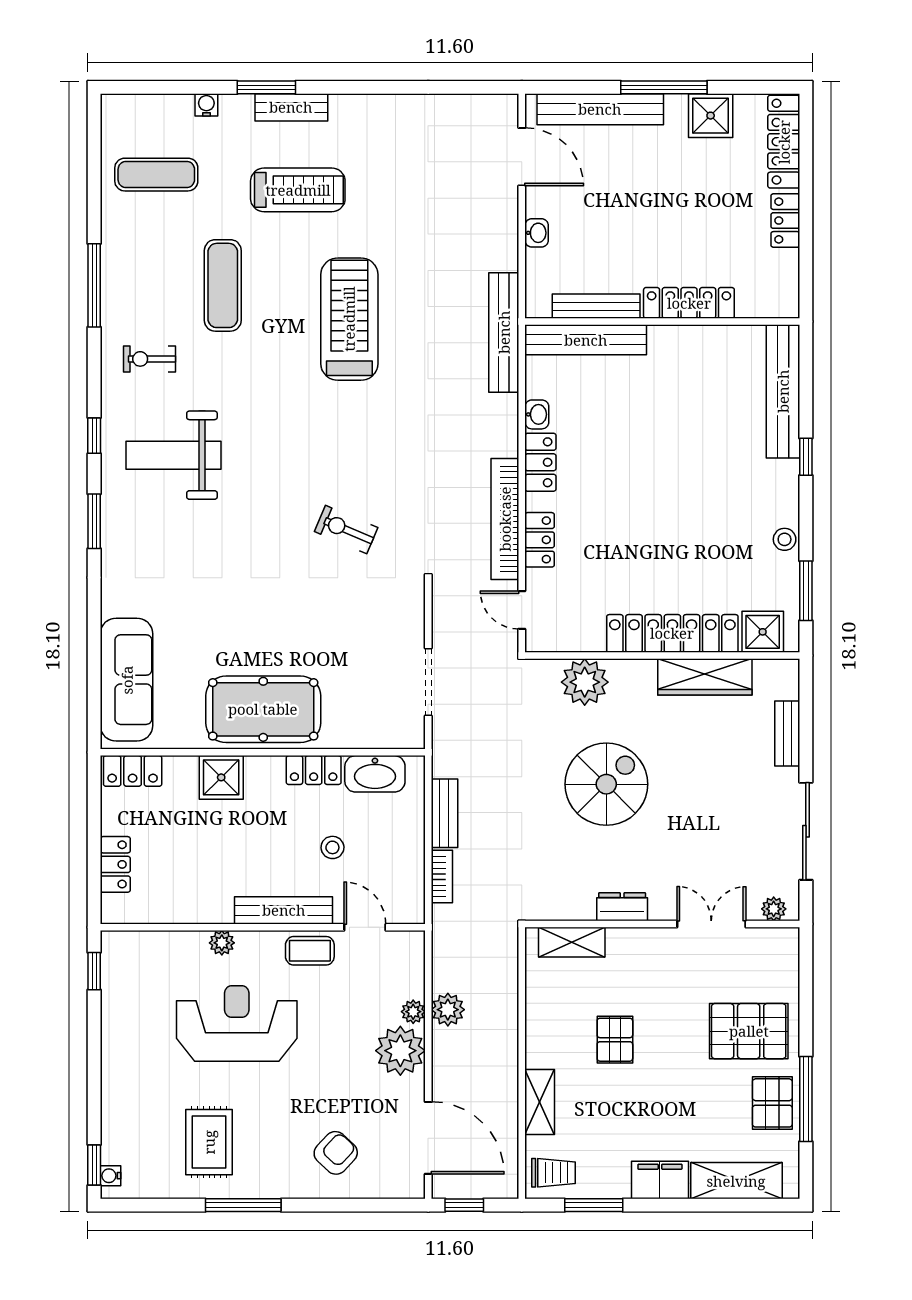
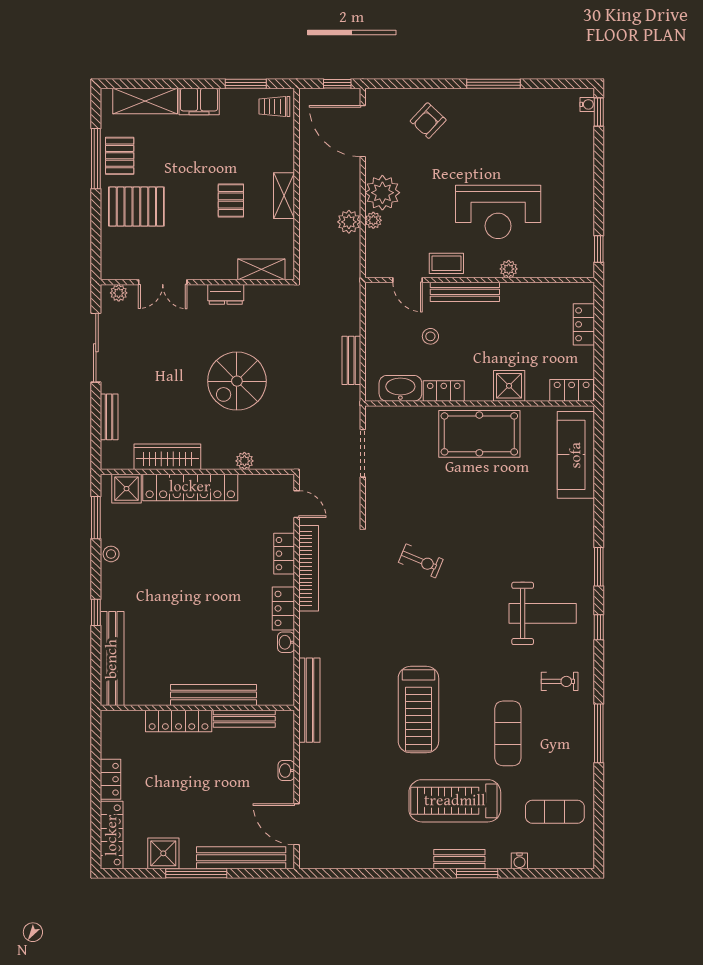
treadmill: (298, 190) -> (455, 801), width x1.37, depth x1.38
bench: (586, 340) -> (213, 695), moved
plant: (585, 682) -> (244, 461), width x0.53, depth x0.53
bookcase: (442, 877) -> (353, 316), removed
shelving: (540, 1102) -> (284, 196), moved
rug: (209, 1142) -> (518, 128), removed

